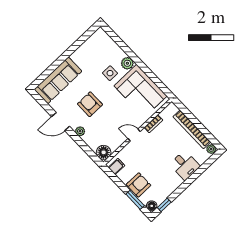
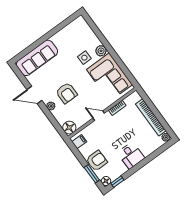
armchair: (90, 104) -> (67, 93), moved, turned 180
desk: (185, 165) -> (131, 155), moved

